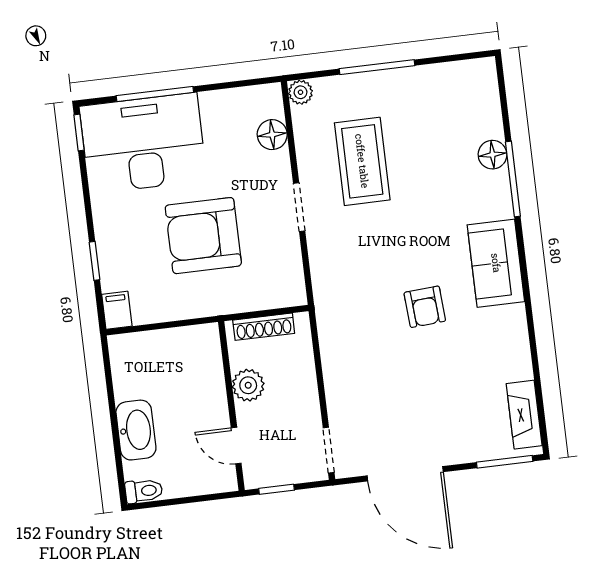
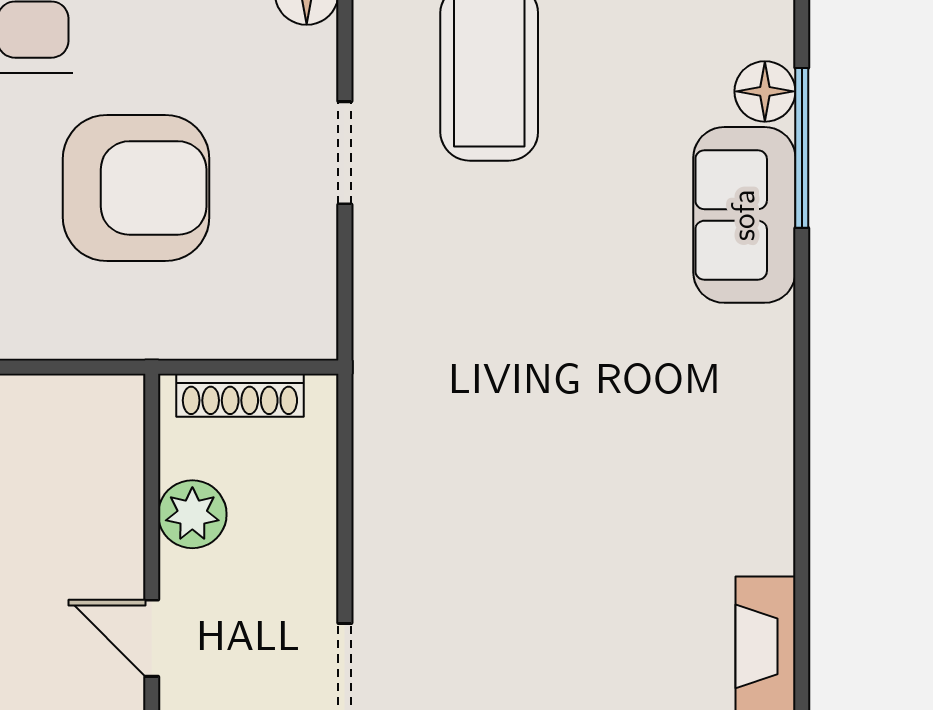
armchair: (203, 236) -> (136, 188), turned 180
sofa: (496, 263) -> (744, 215), moved
armchair: (425, 307) -> (584, 394), removed

